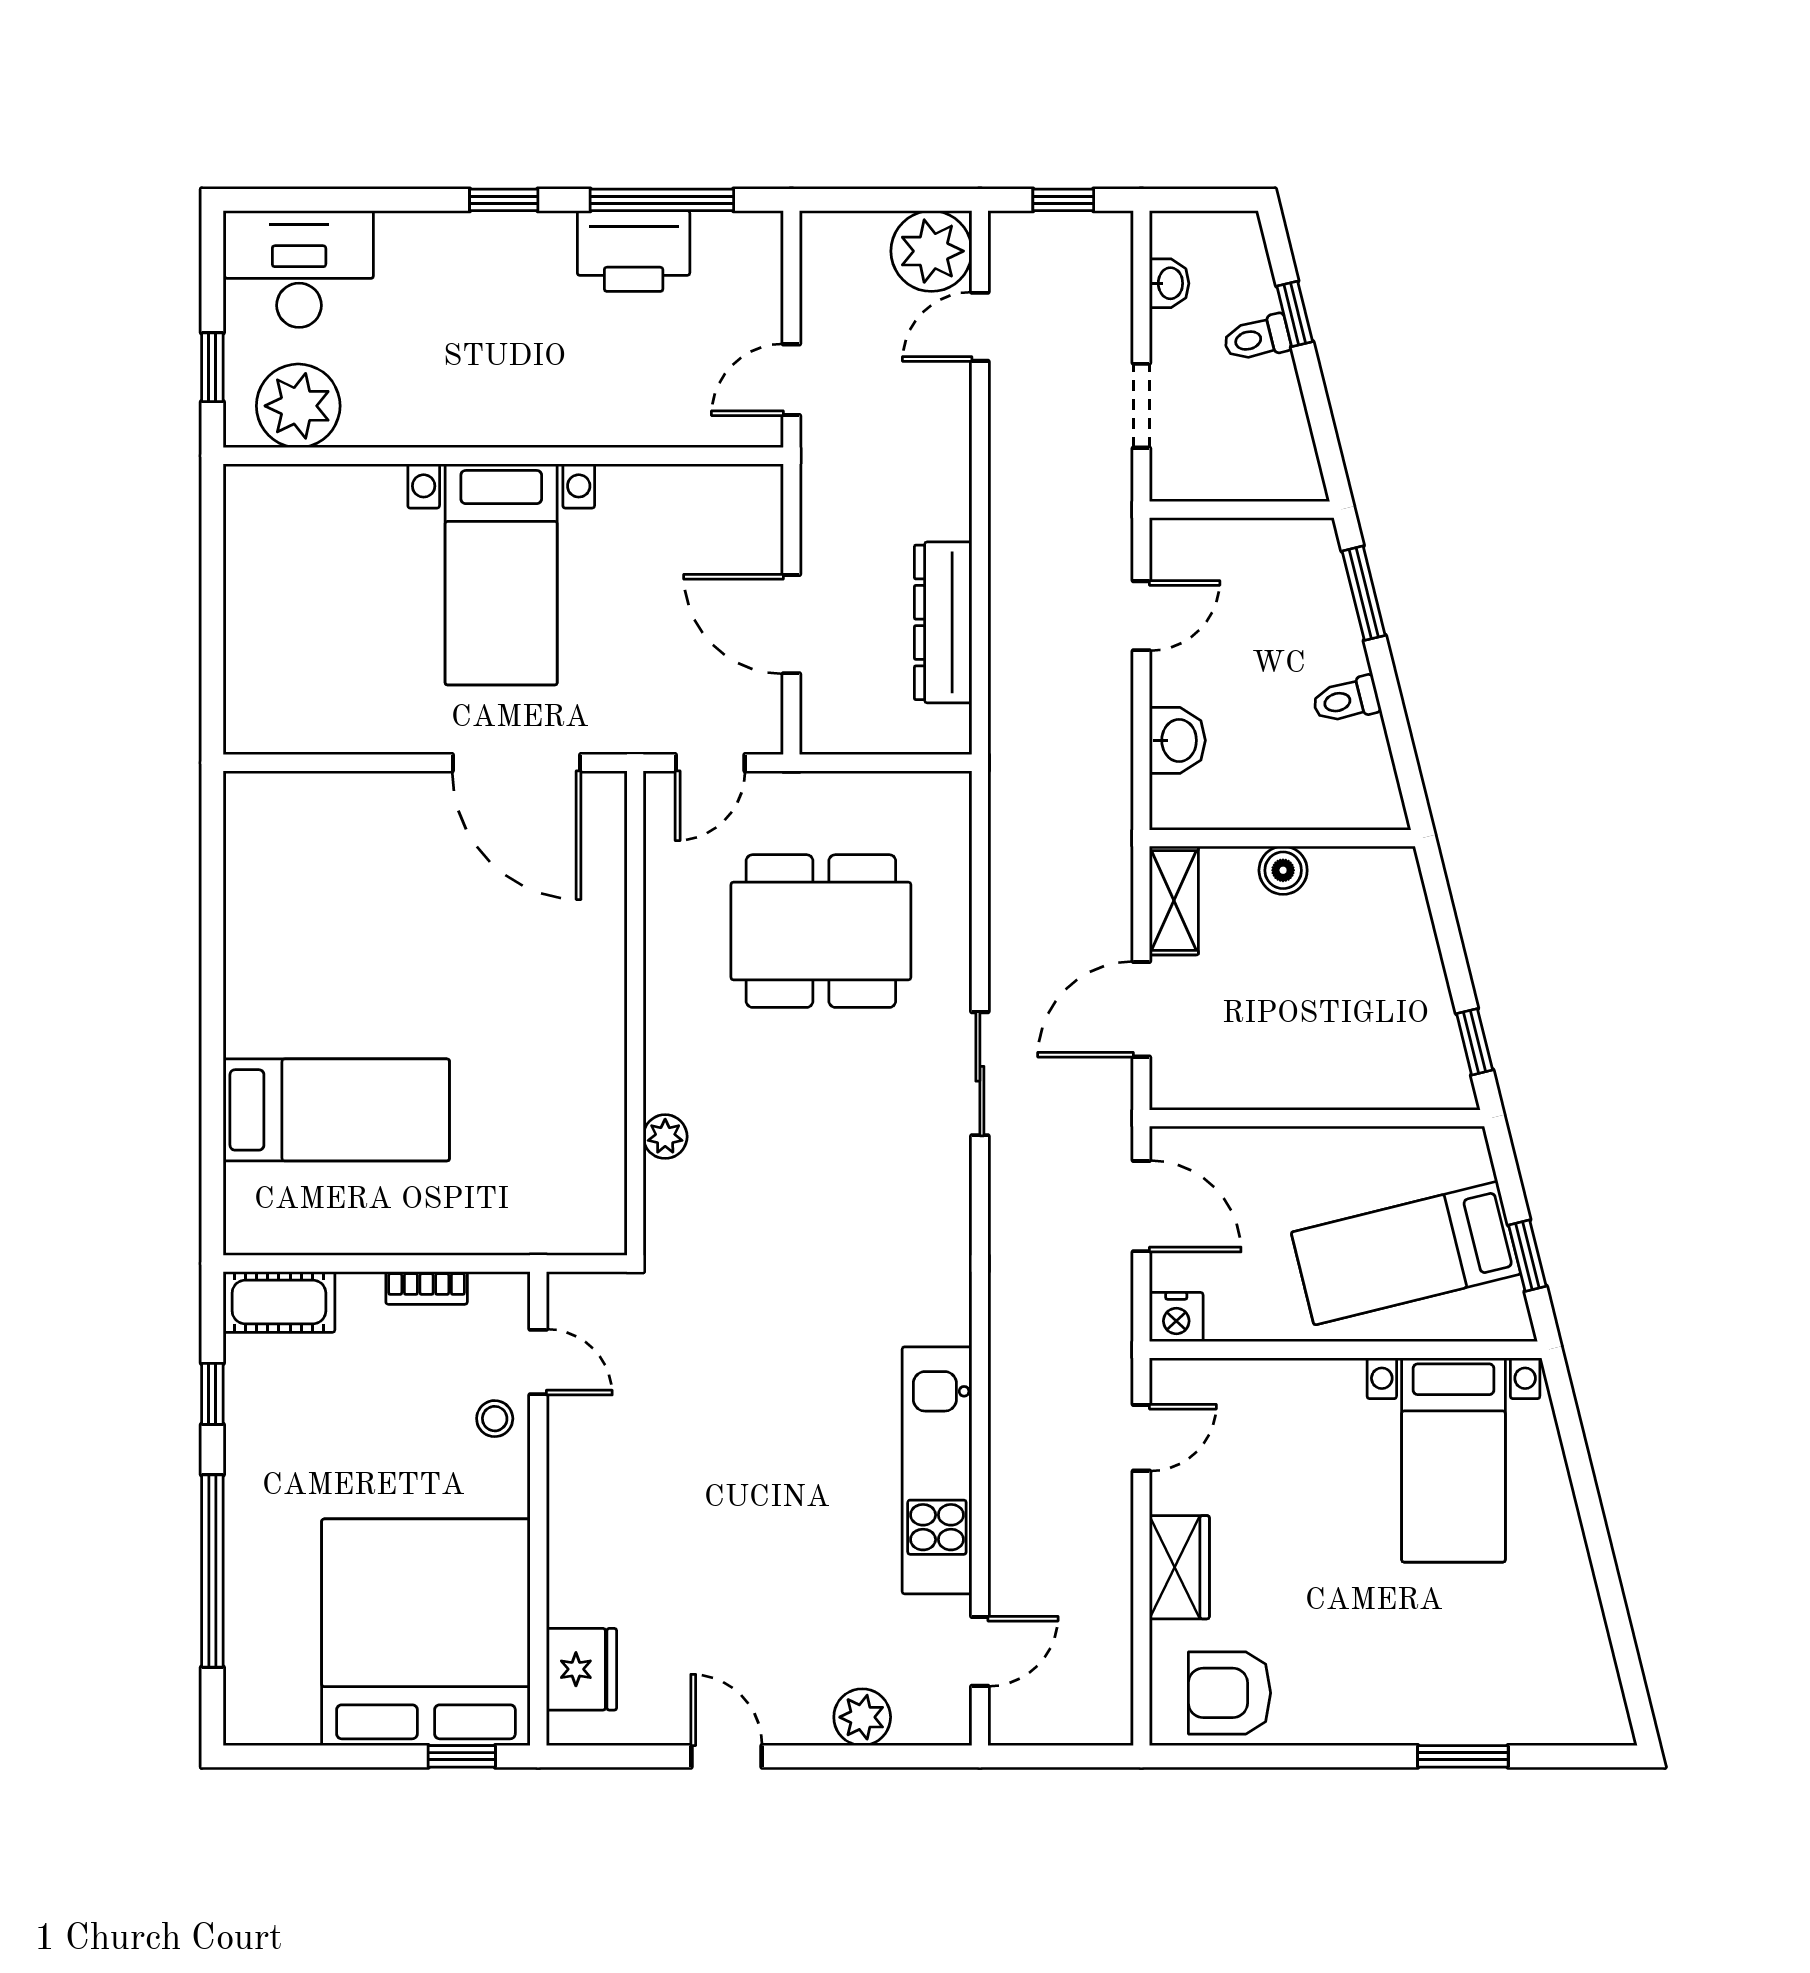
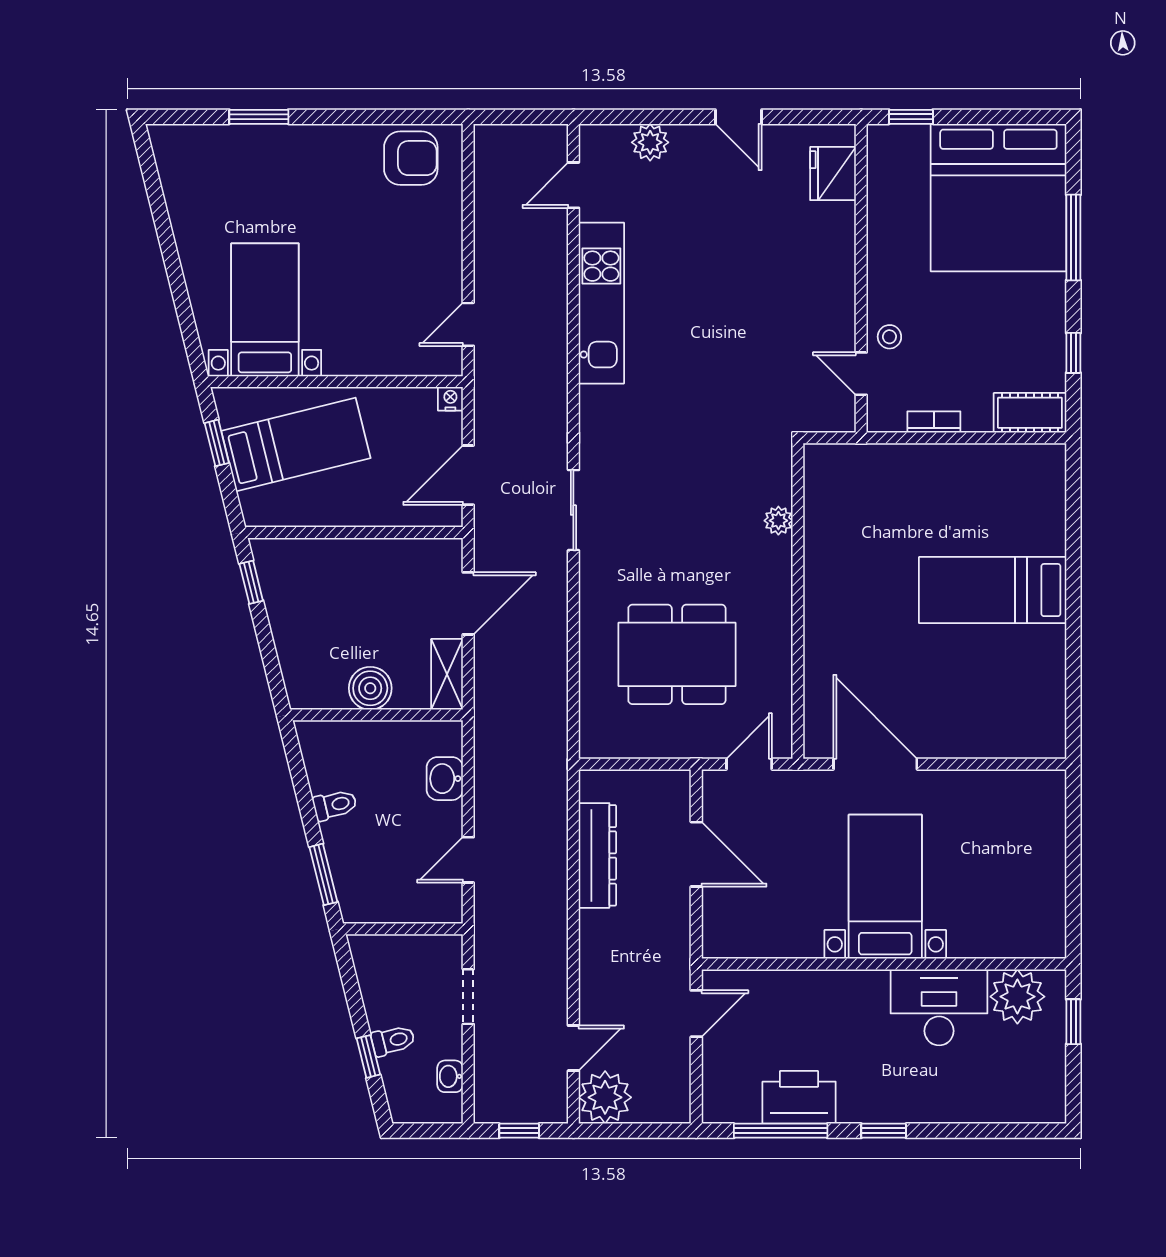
desk: (299, 269) -> (939, 1007), moved, turned 180
boiler: (1283, 870) -> (370, 688), width x1.36, depth x1.36
sliding door: (980, 1074) -> (573, 510), moved
bed: (336, 1110) -> (993, 590), moved
door: (1141, 1206) -> (468, 475), hinge flipped
nightstand: (1176, 1317) -> (450, 399), width x0.72, depth x0.74
wardrobe: (1179, 1567) -> (443, 240), removed
window: (212, 1571) -> (1073, 238), width x0.68
bed: (426, 1632) -> (998, 198), moved

